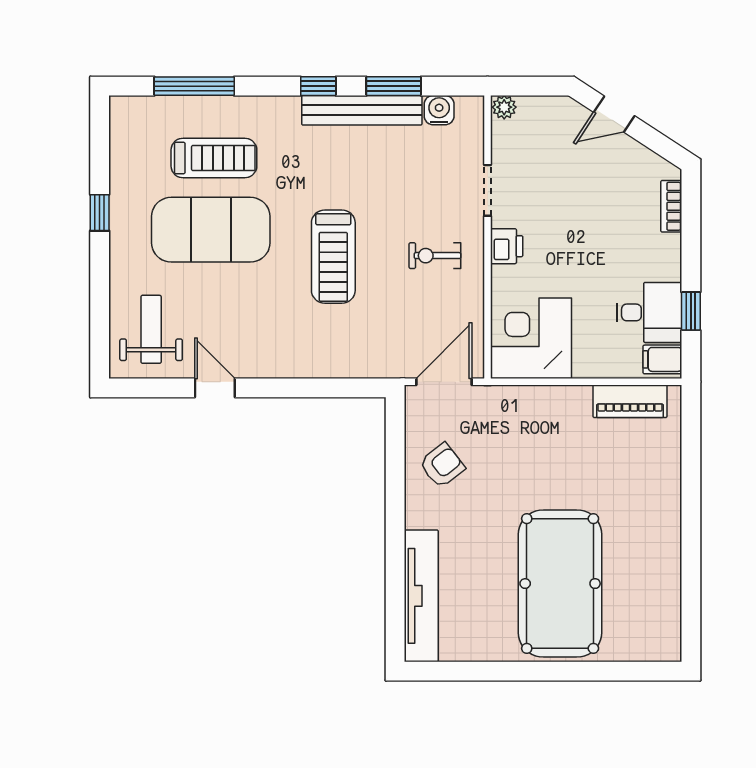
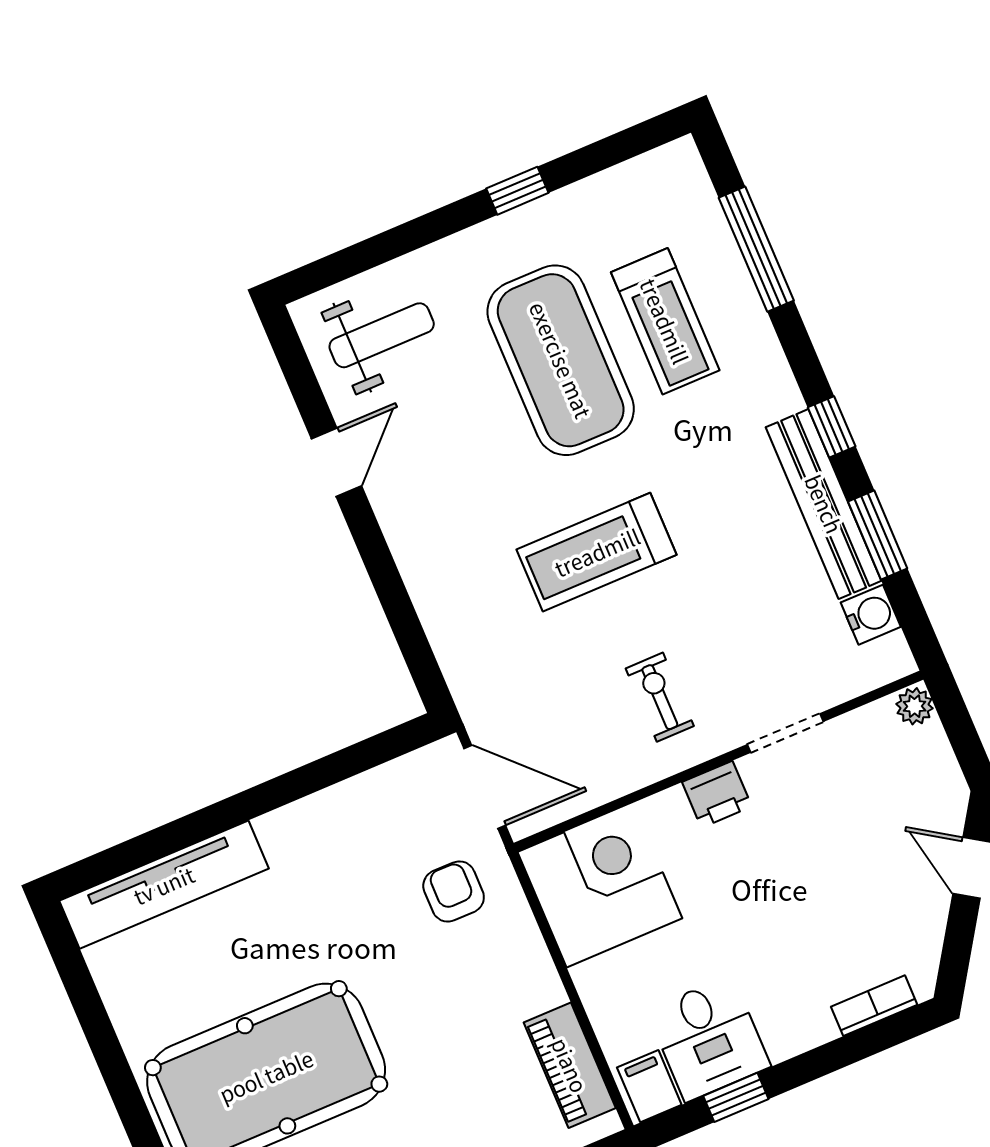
armchair: (442, 465) -> (454, 892), moved, turned -142

